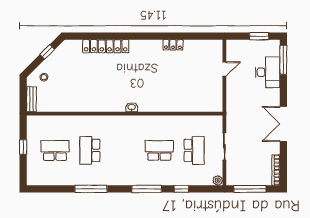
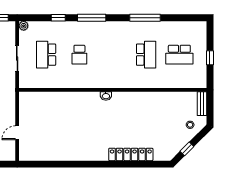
locker: (173, 45) -> (66, 156), removed
school desk: (159, 150) -> (79, 55), width x0.54

